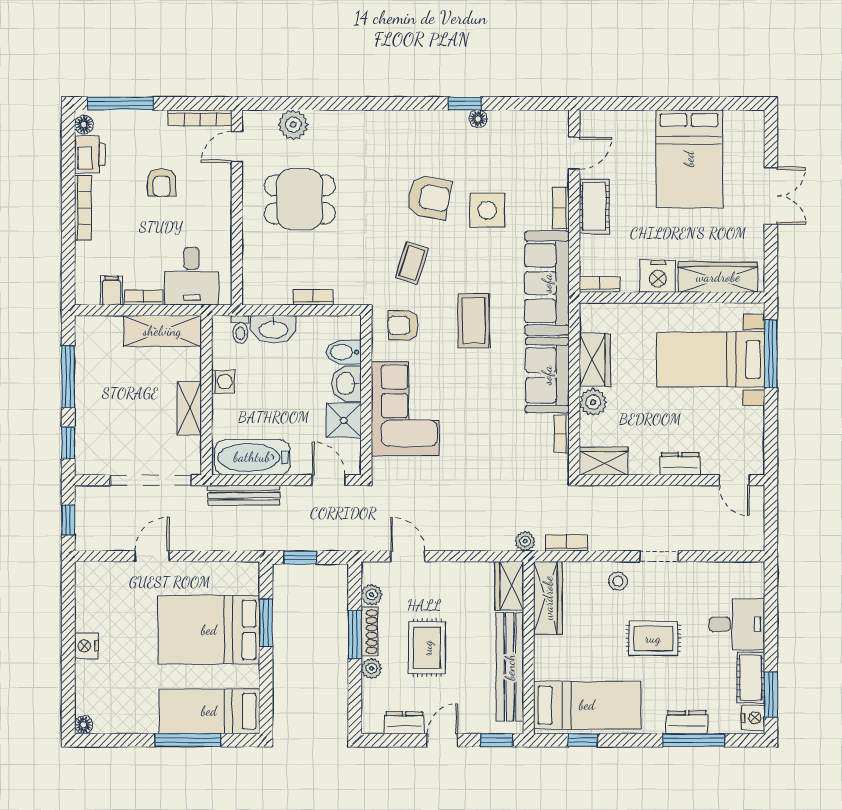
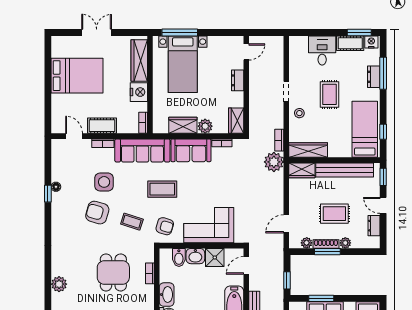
armchair: (429, 197) -> (97, 213), turned -84
dining table: (300, 199) -> (113, 272), moved
armchair: (403, 325) -> (165, 226), turned -73
plant: (525, 541) -> (274, 162), width x1.88, depth x1.88

